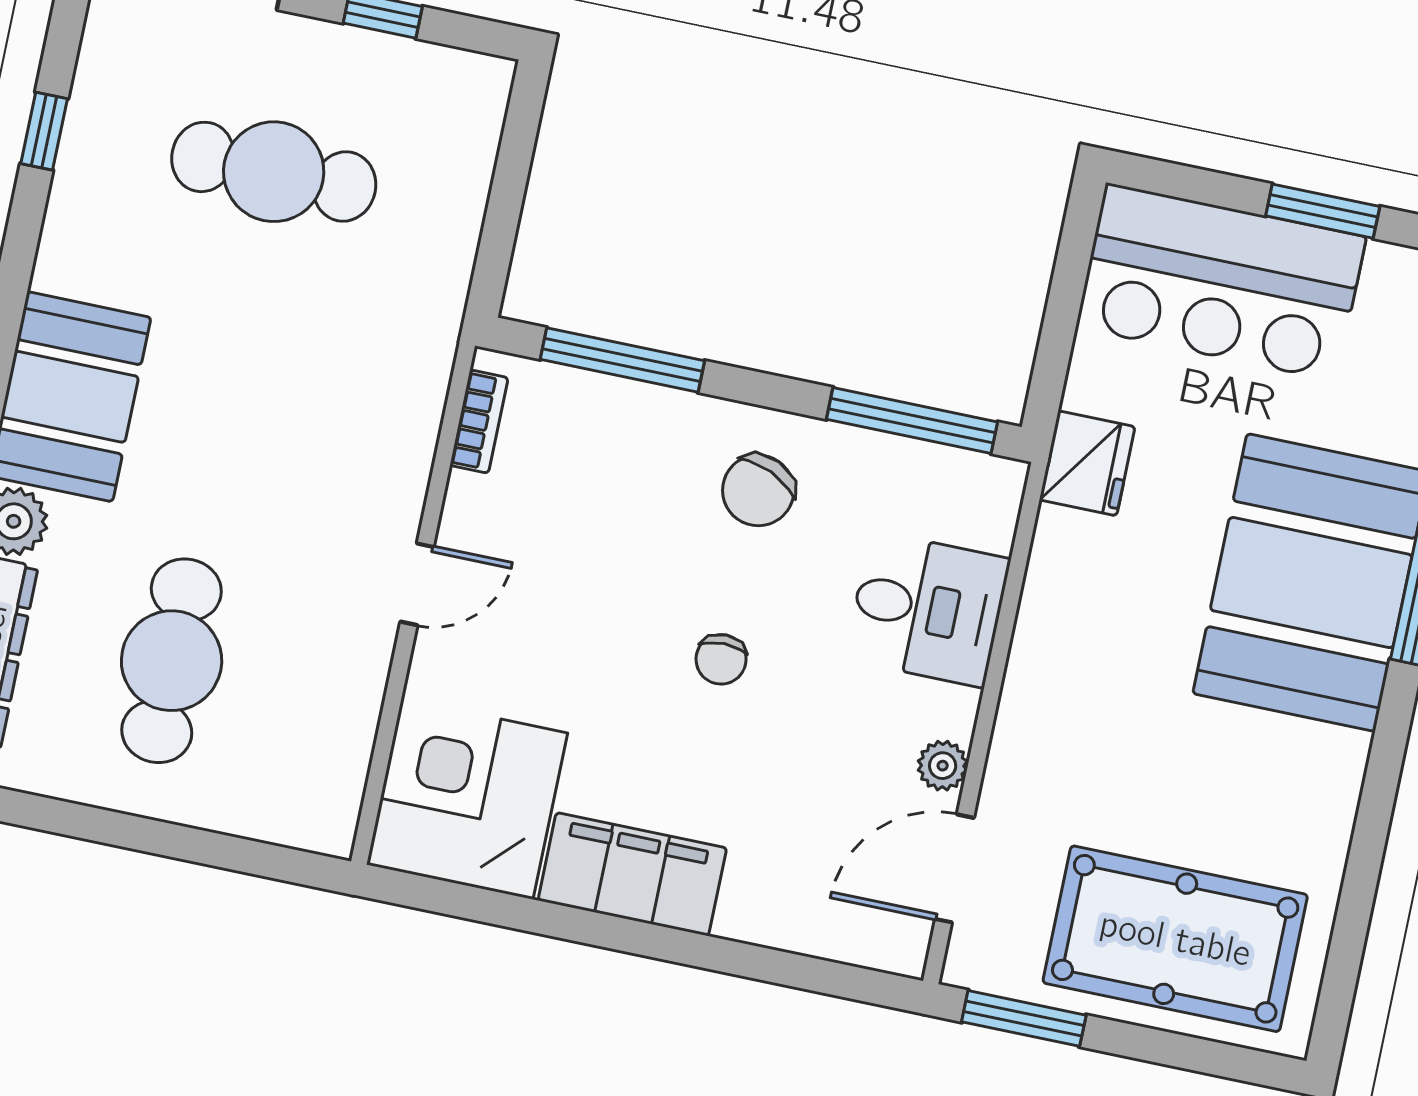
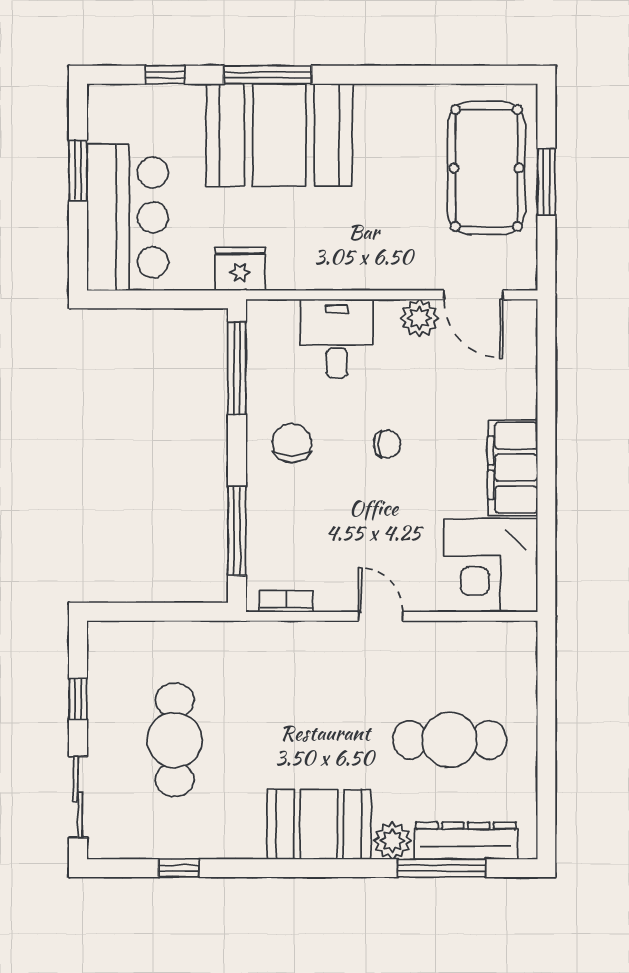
chair: (758, 490) -> (292, 443), turned -114
plant: (943, 766) -> (419, 318), width x1.38, depth x1.38
window: (1024, 1018) -> (546, 182), moved

